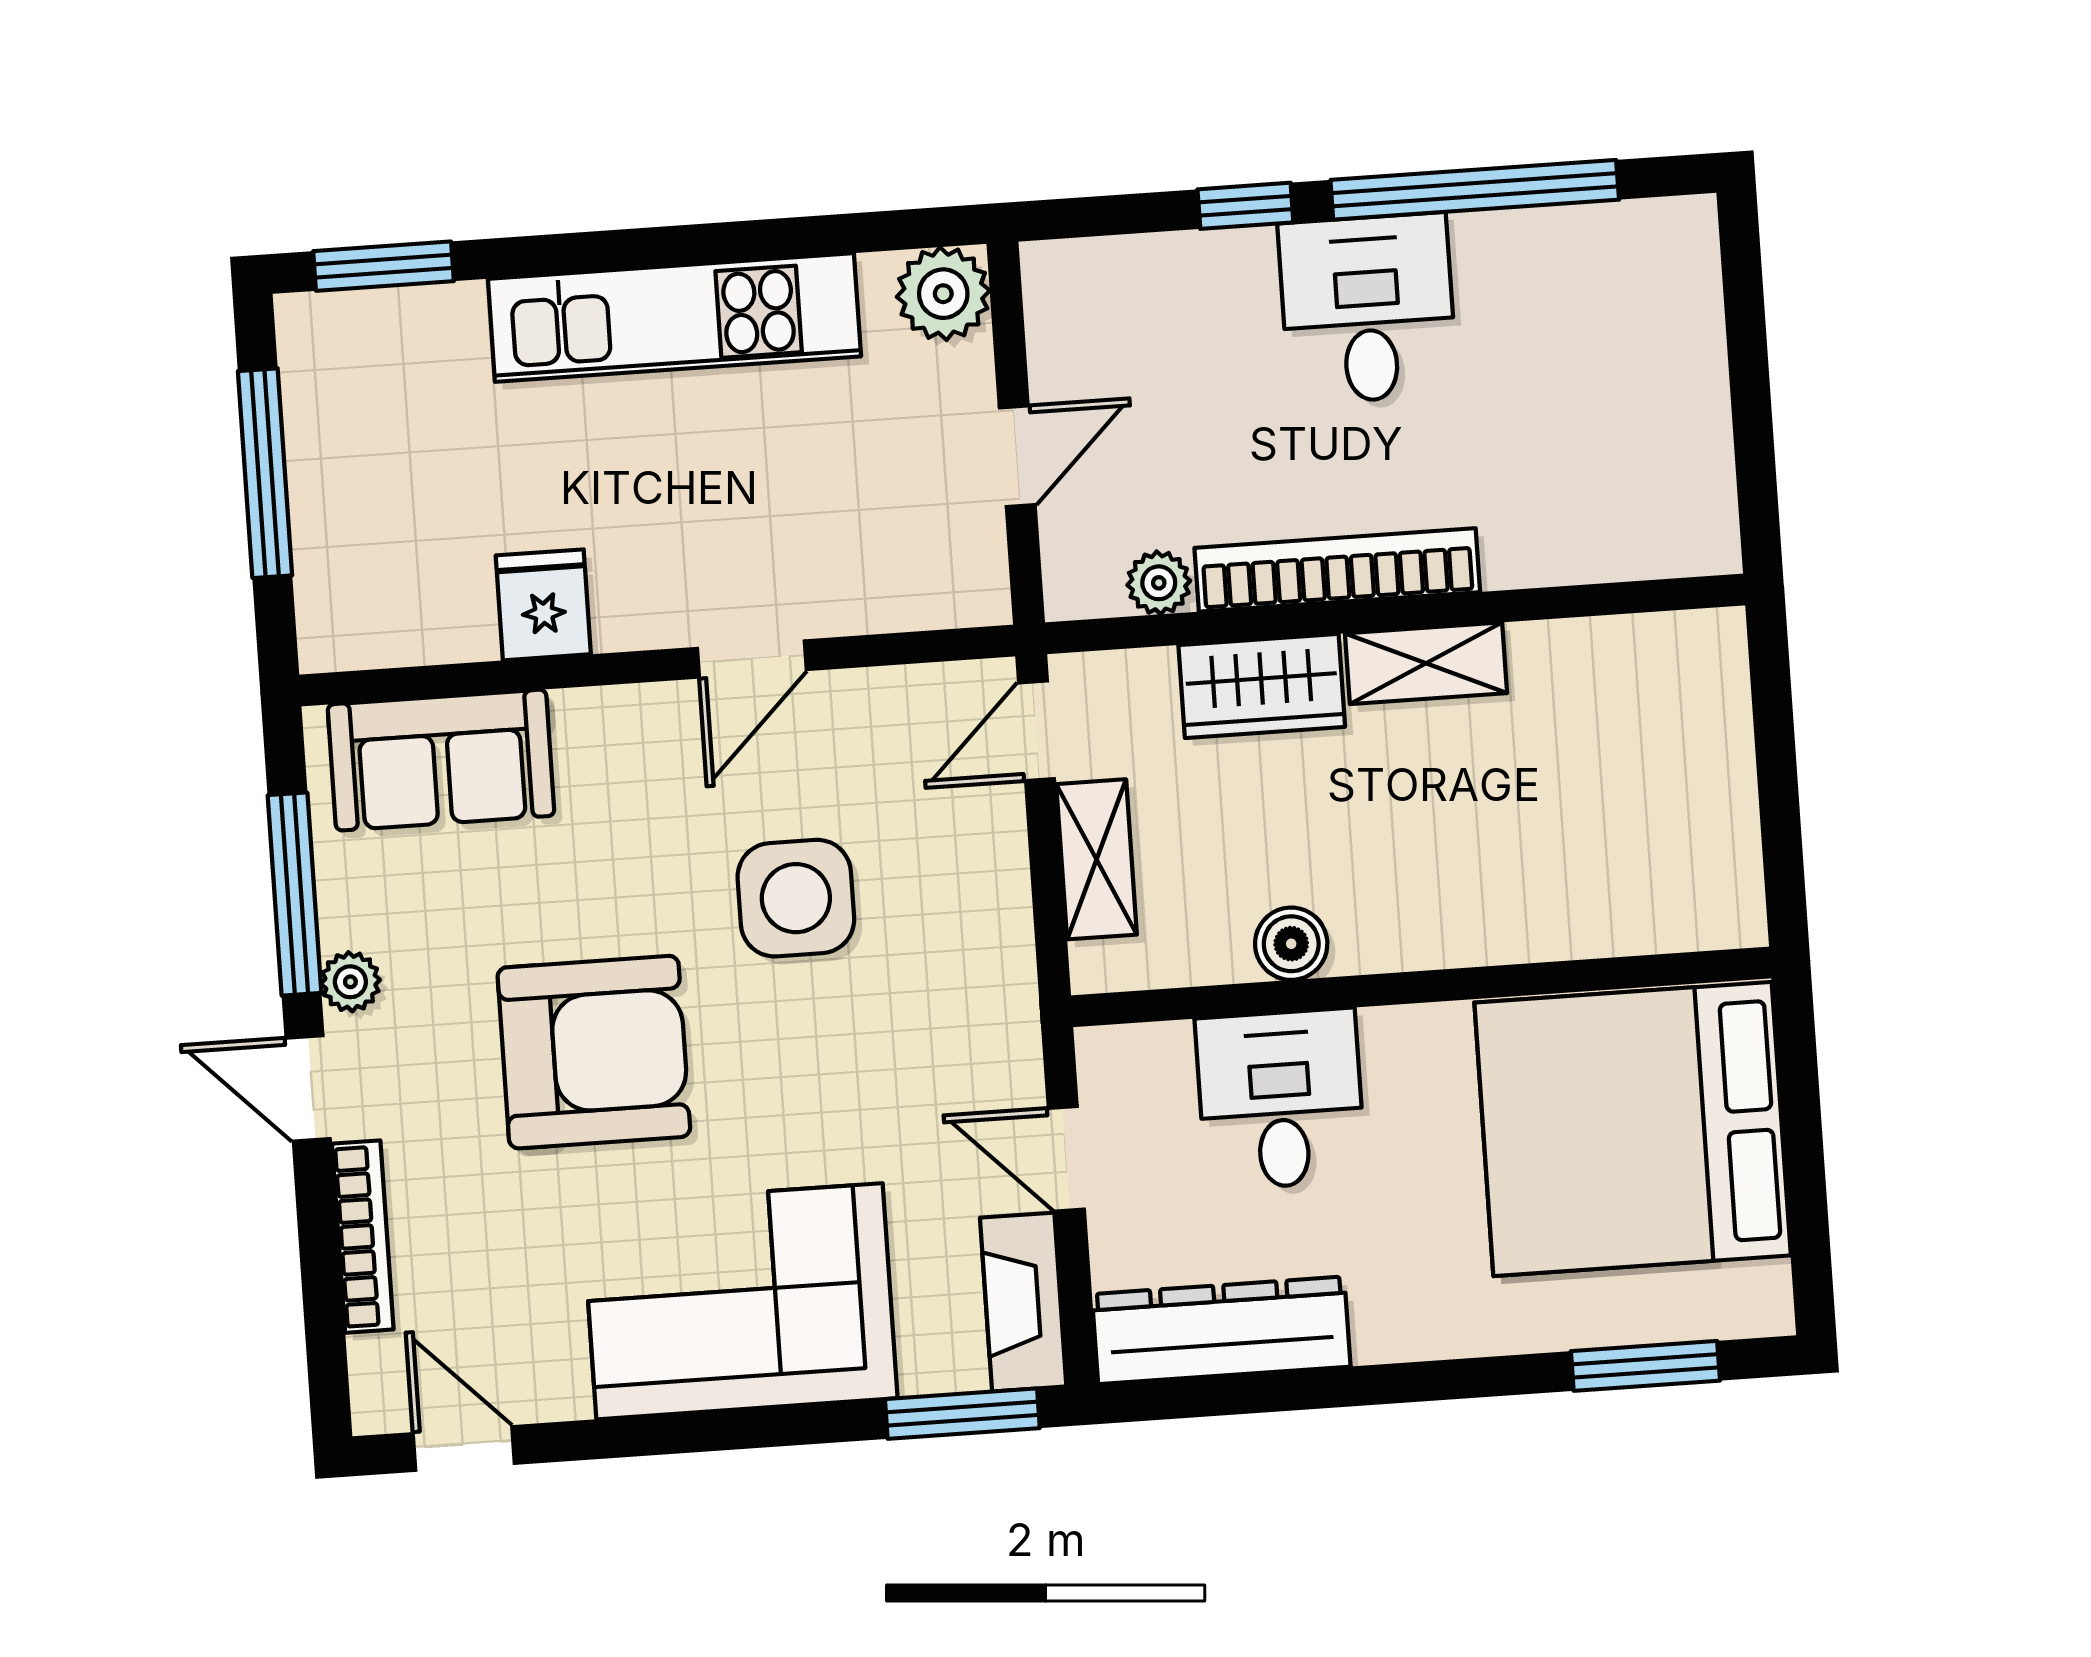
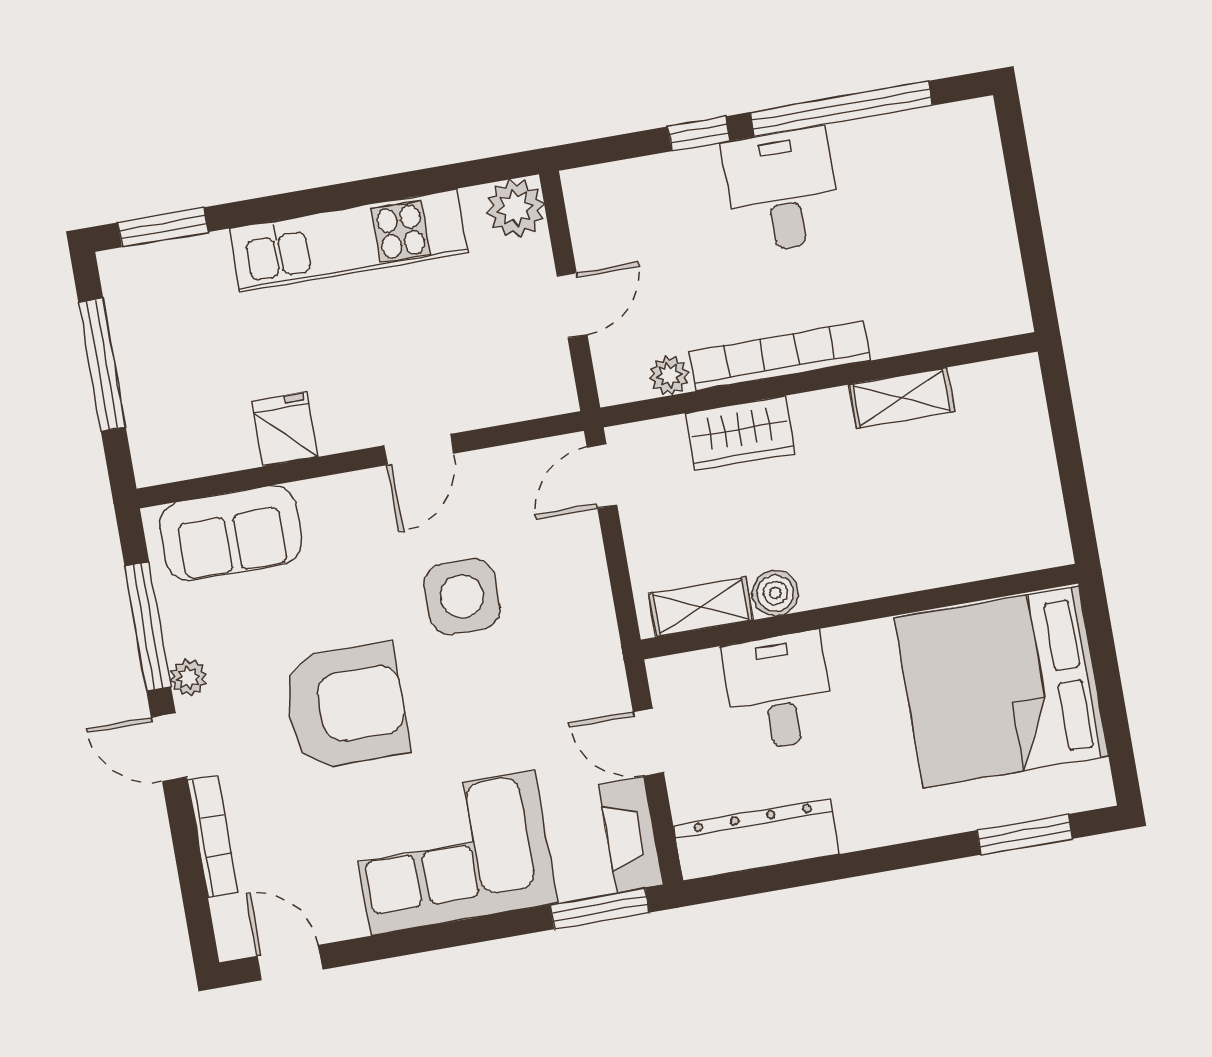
shelving: (1426, 663) -> (901, 398), moved
shelving: (1097, 859) -> (701, 607), moved, turned 90

